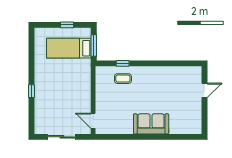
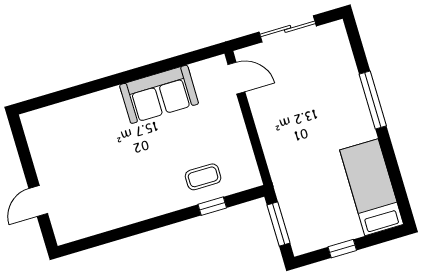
bed: (69, 48) -> (372, 187), moved, turned -90
window: (32, 91) -> (373, 100), width x2.17
sofa: (151, 124) -> (159, 94), moved

